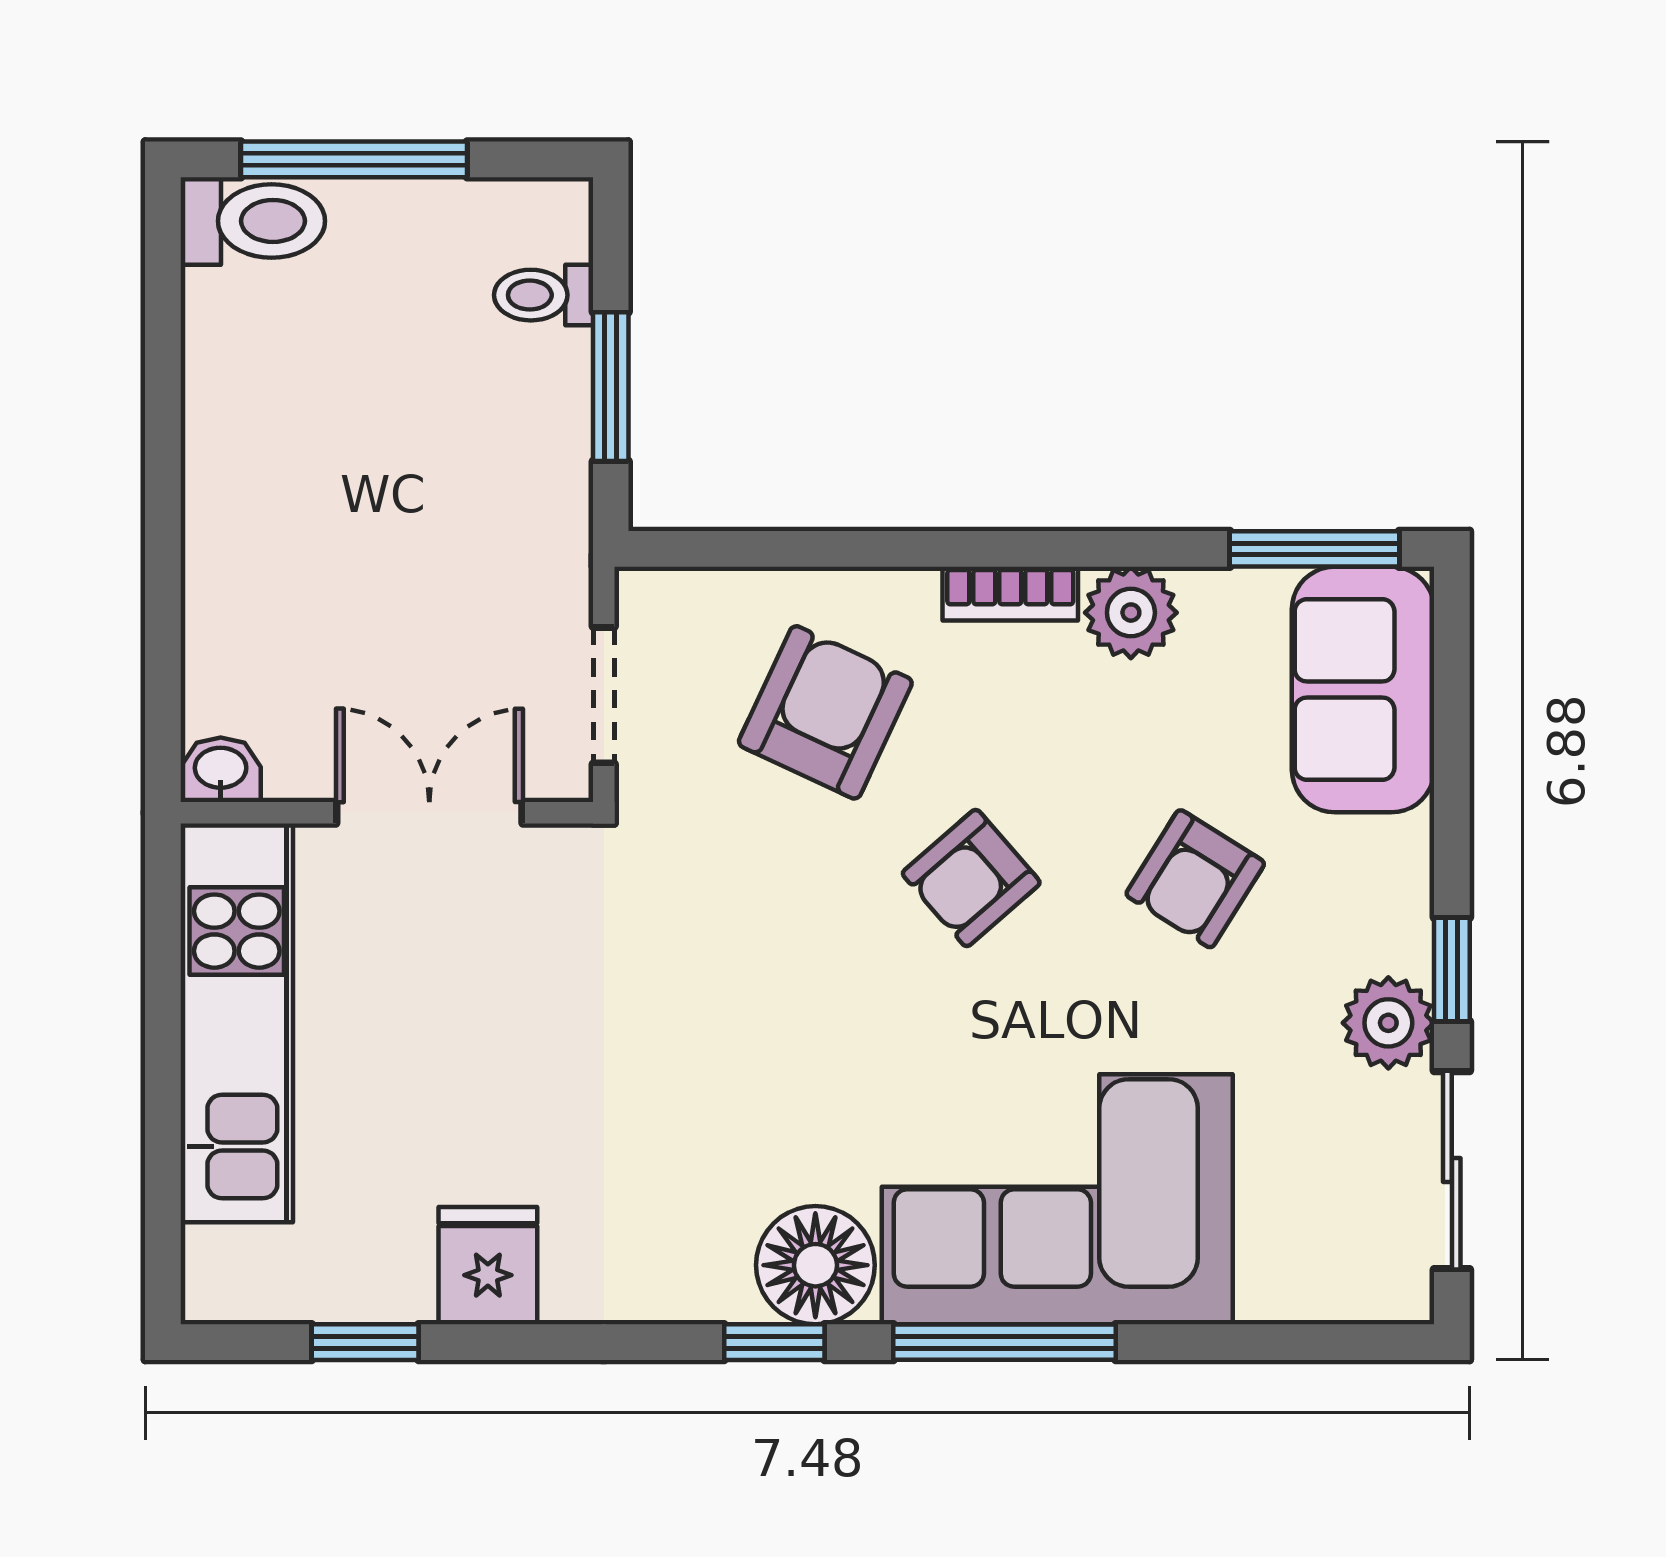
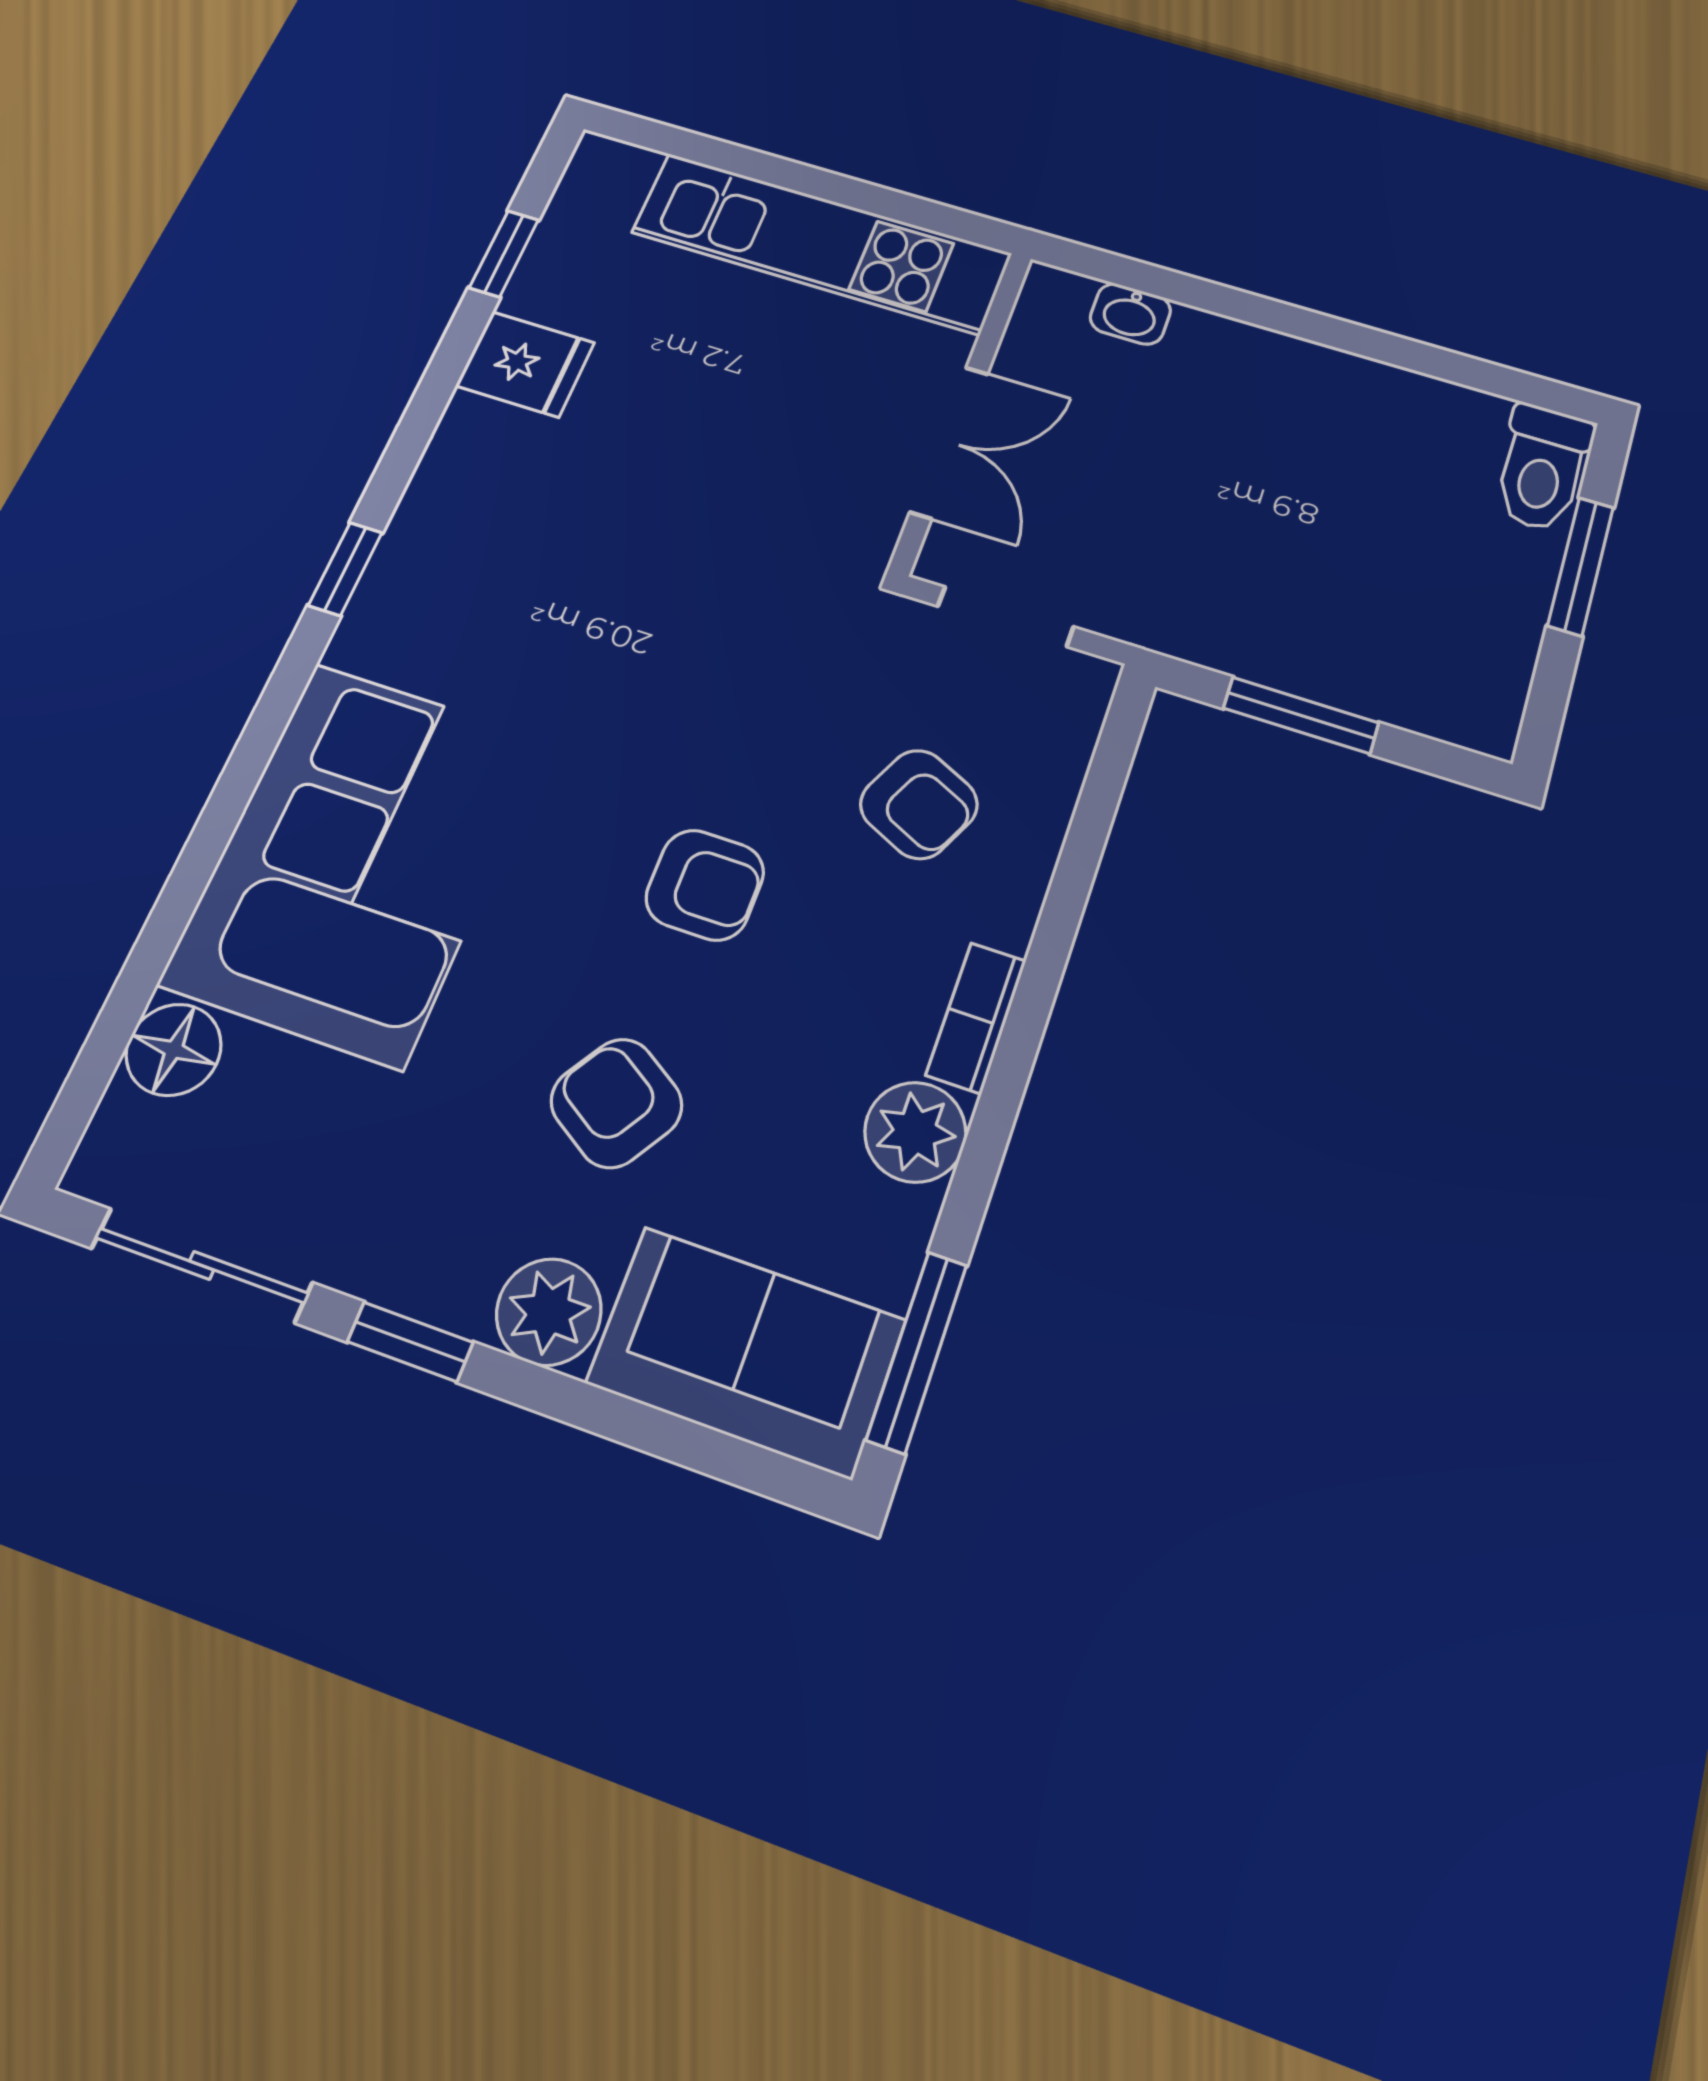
window: (354, 159) -> (1581, 566), width x0.69
toilet: (544, 295) -> (1407, 685), removed
armchair: (825, 712) -> (919, 804), width x0.72, depth x0.72
washbasin: (221, 770) -> (1130, 314), moved, turned 90
armchair: (971, 878) -> (705, 885), turned 131
plant: (1388, 1023) -> (549, 1312), moved
floor lamp: (815, 1265) -> (174, 1050), moved, width x0.73, depth x0.73
window: (1005, 1342) -> (246, 767), removed

